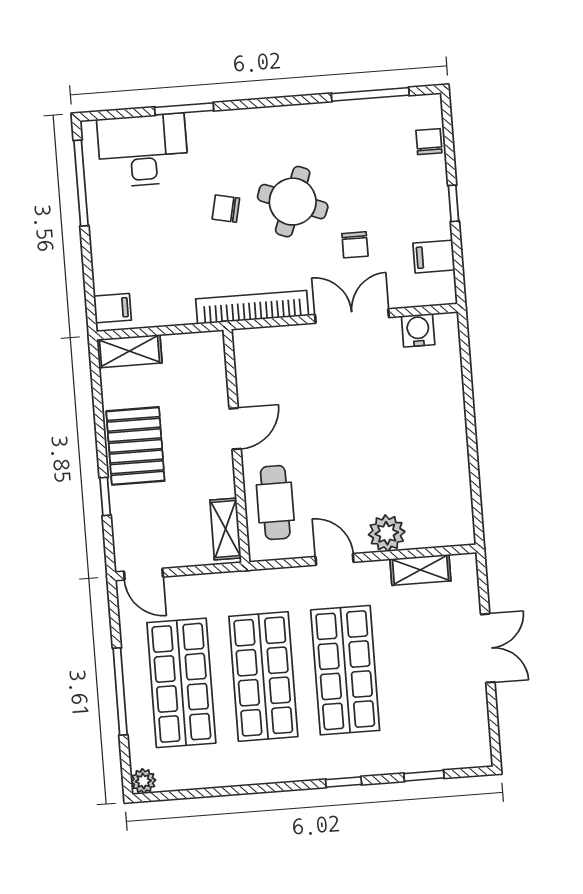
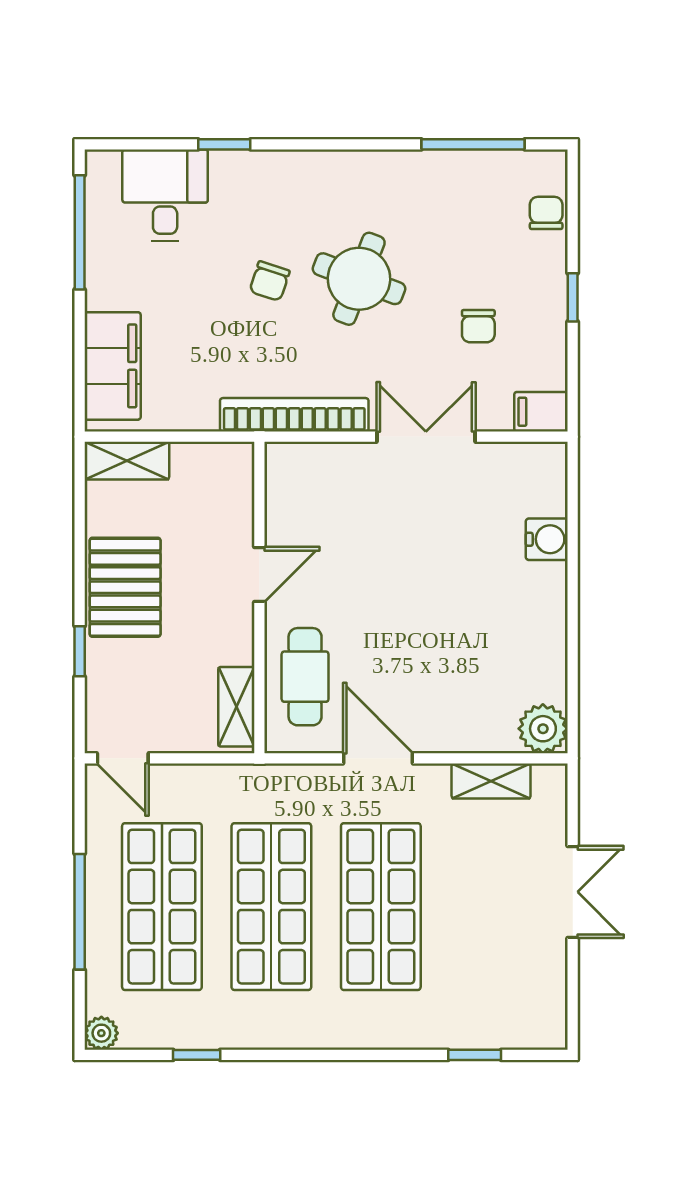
window: (184, 109) -> (224, 144), width x0.67
desk: (143, 150) -> (165, 195), width x0.73
chair: (226, 209) -> (270, 281), turned -84
chair: (355, 245) -> (478, 326), moved
filing cabinet: (434, 257) -> (541, 412), moved
filing cabinet: (112, 308) -> (113, 366), width x3.00, depth x1.17
water cooler: (418, 330) -> (547, 539), moved, turned 90
plant: (387, 533) -> (543, 729), moved
door: (335, 559) -> (378, 758), width x1.38
window: (344, 782) -> (197, 1055), moved

